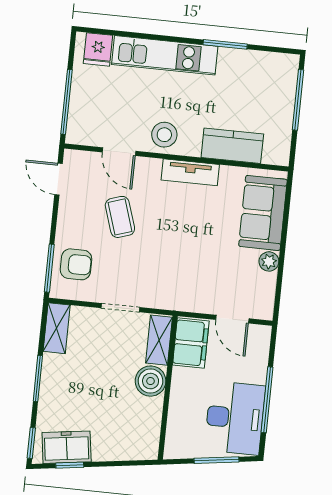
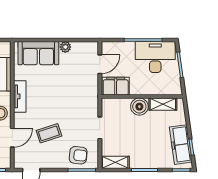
armchair: (76, 264) -> (78, 155), turned 96
shelving: (159, 340) -> (163, 104), moved
freezer: (67, 447) -> (181, 145), width x1.40

